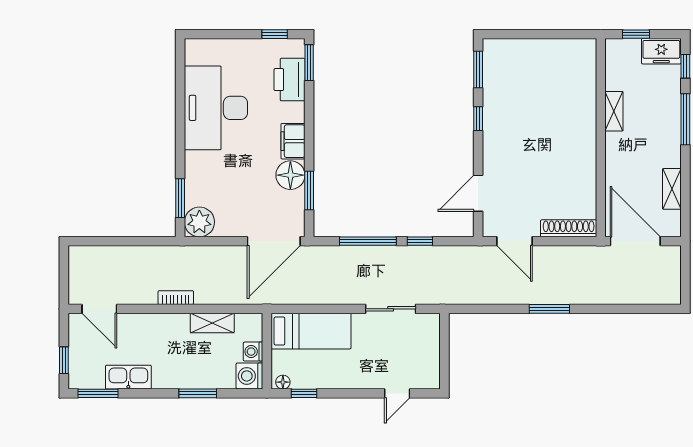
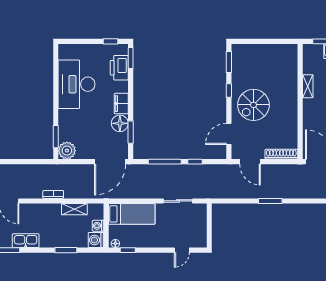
spiral stairs: (521, 143) -> (253, 105), added

